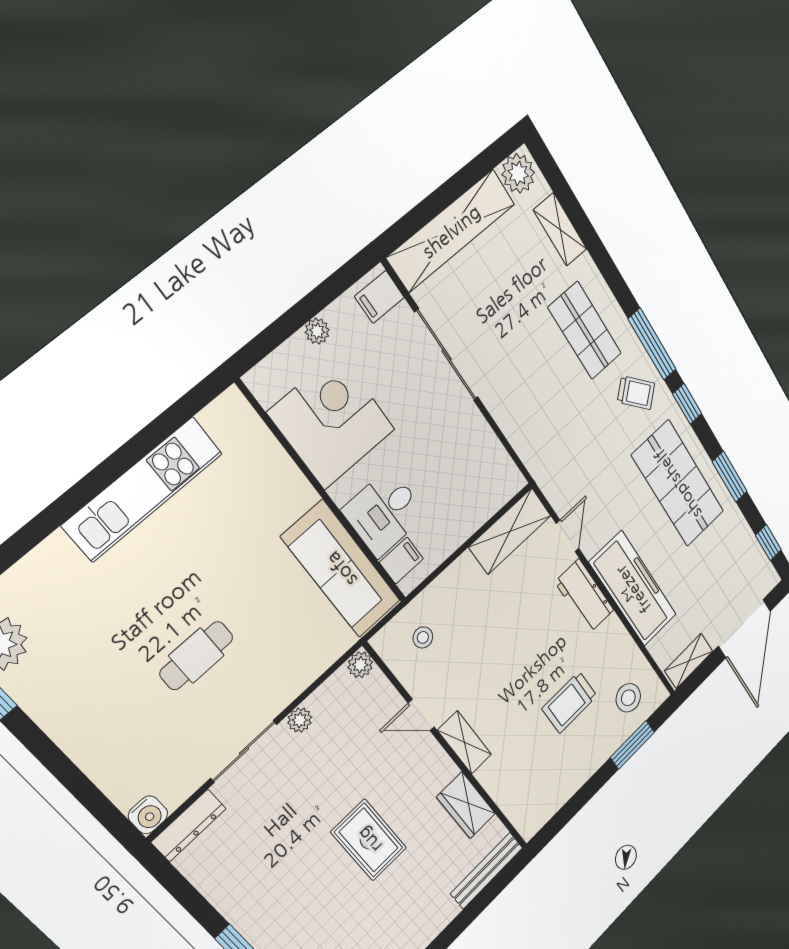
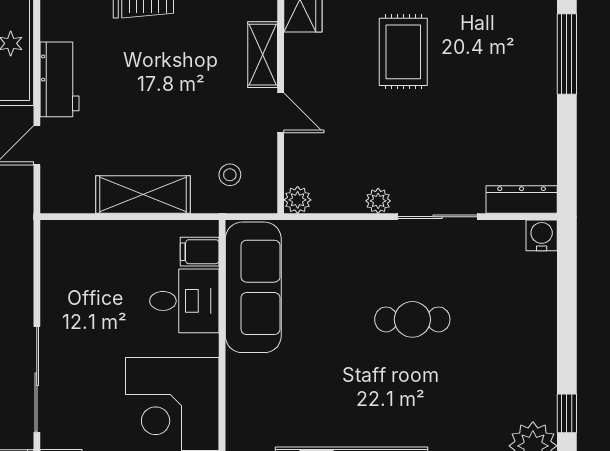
shelving: (510, 531) -> (143, 195), moved

